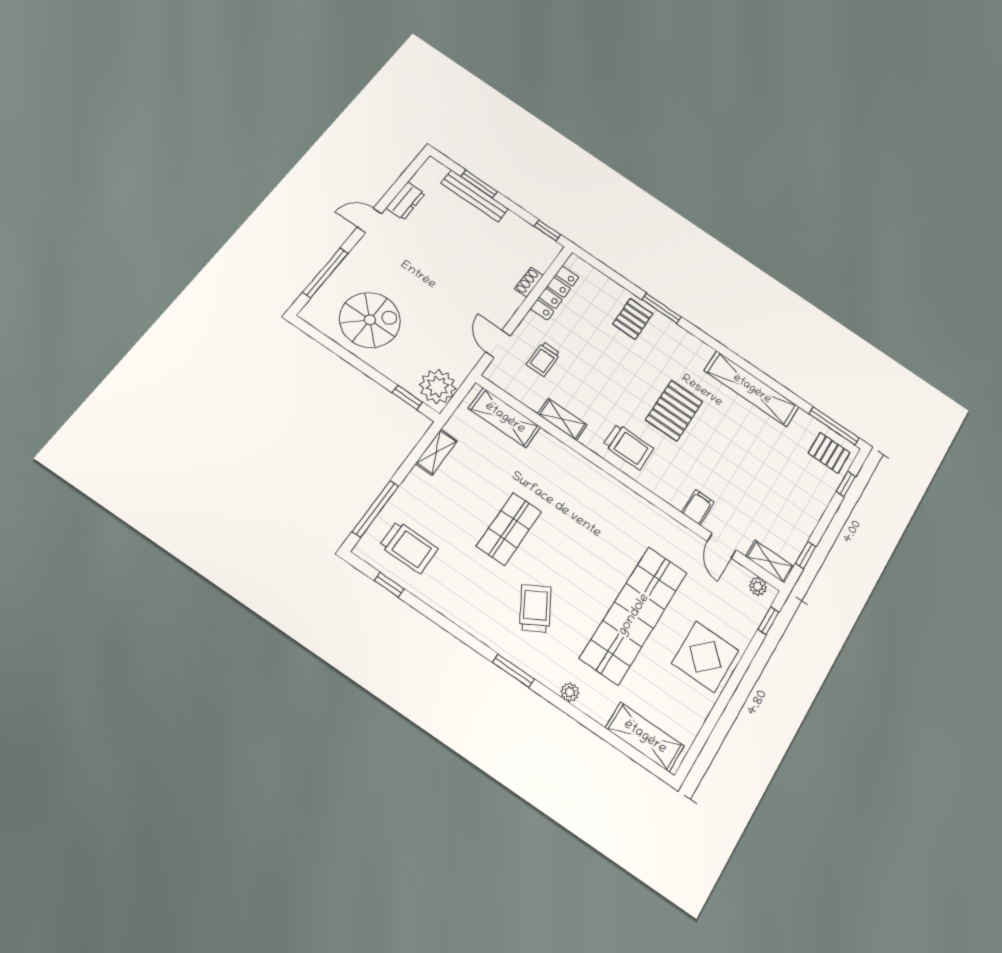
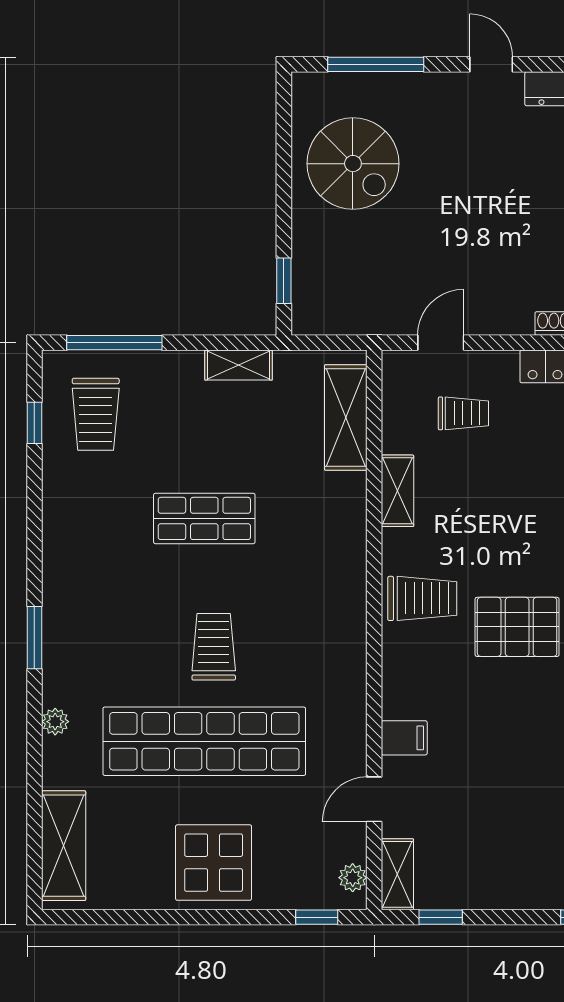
trolley: (543, 359) -> (463, 413), turned 180
plant: (438, 387) -> (326, 307), removed
trolley: (628, 447) -> (422, 598), turned -90
trolley: (535, 608) -> (214, 647), moved, turned -60

